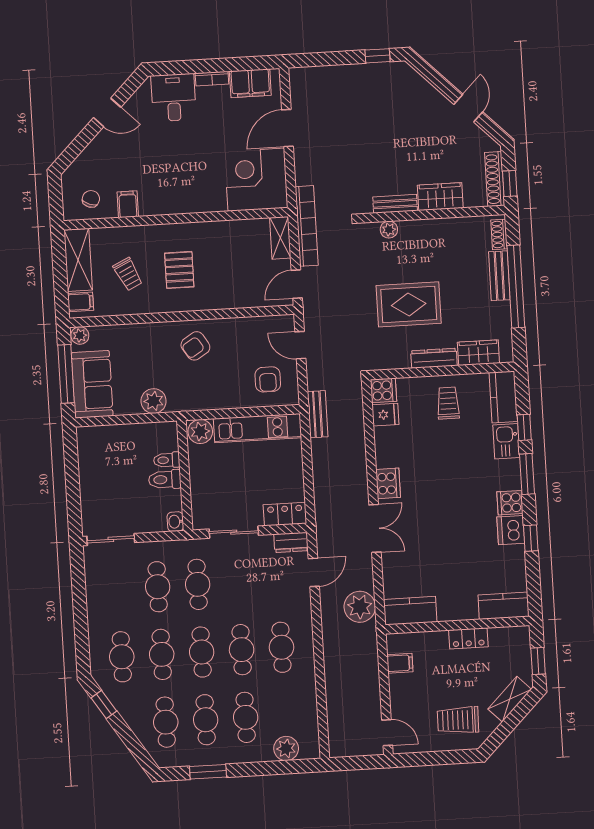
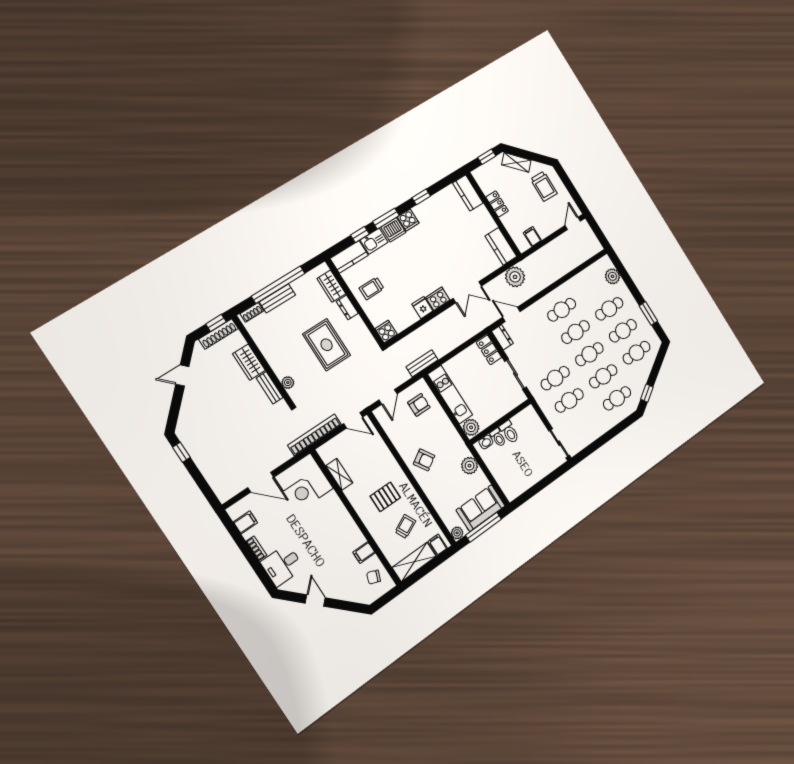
filing cabinet: (250, 83) -> (245, 522), width x0.50
shelving: (280, 238) -> (339, 474), moved, turned 90
dresser: (434, 358) -> (347, 307), width x0.70
fridge: (385, 415) -> (422, 308), moved
washbasin: (175, 522) -> (486, 442), moved
double door: (375, 528) -> (467, 292), swing flipped
dishwasher: (511, 530) -> (393, 230), moved

